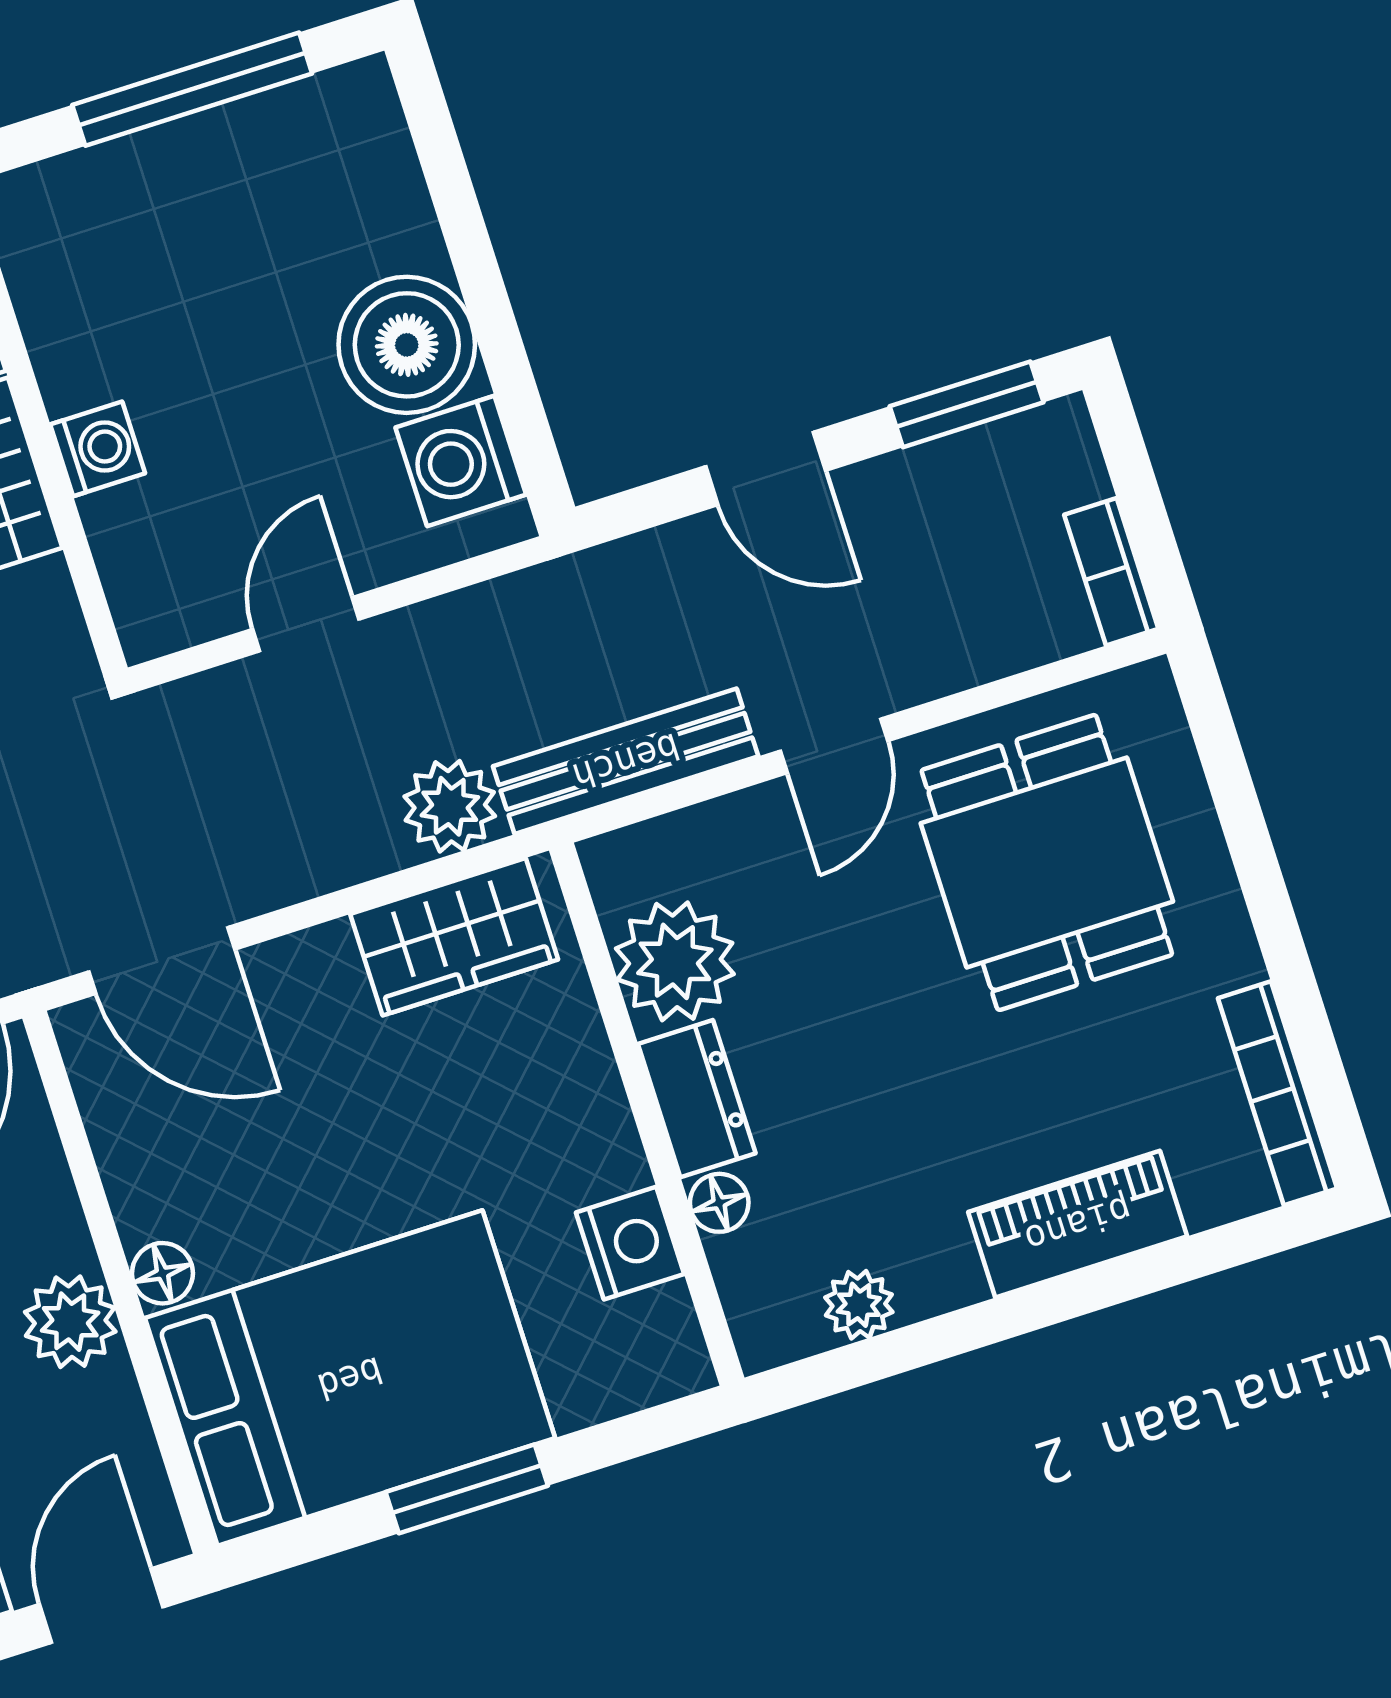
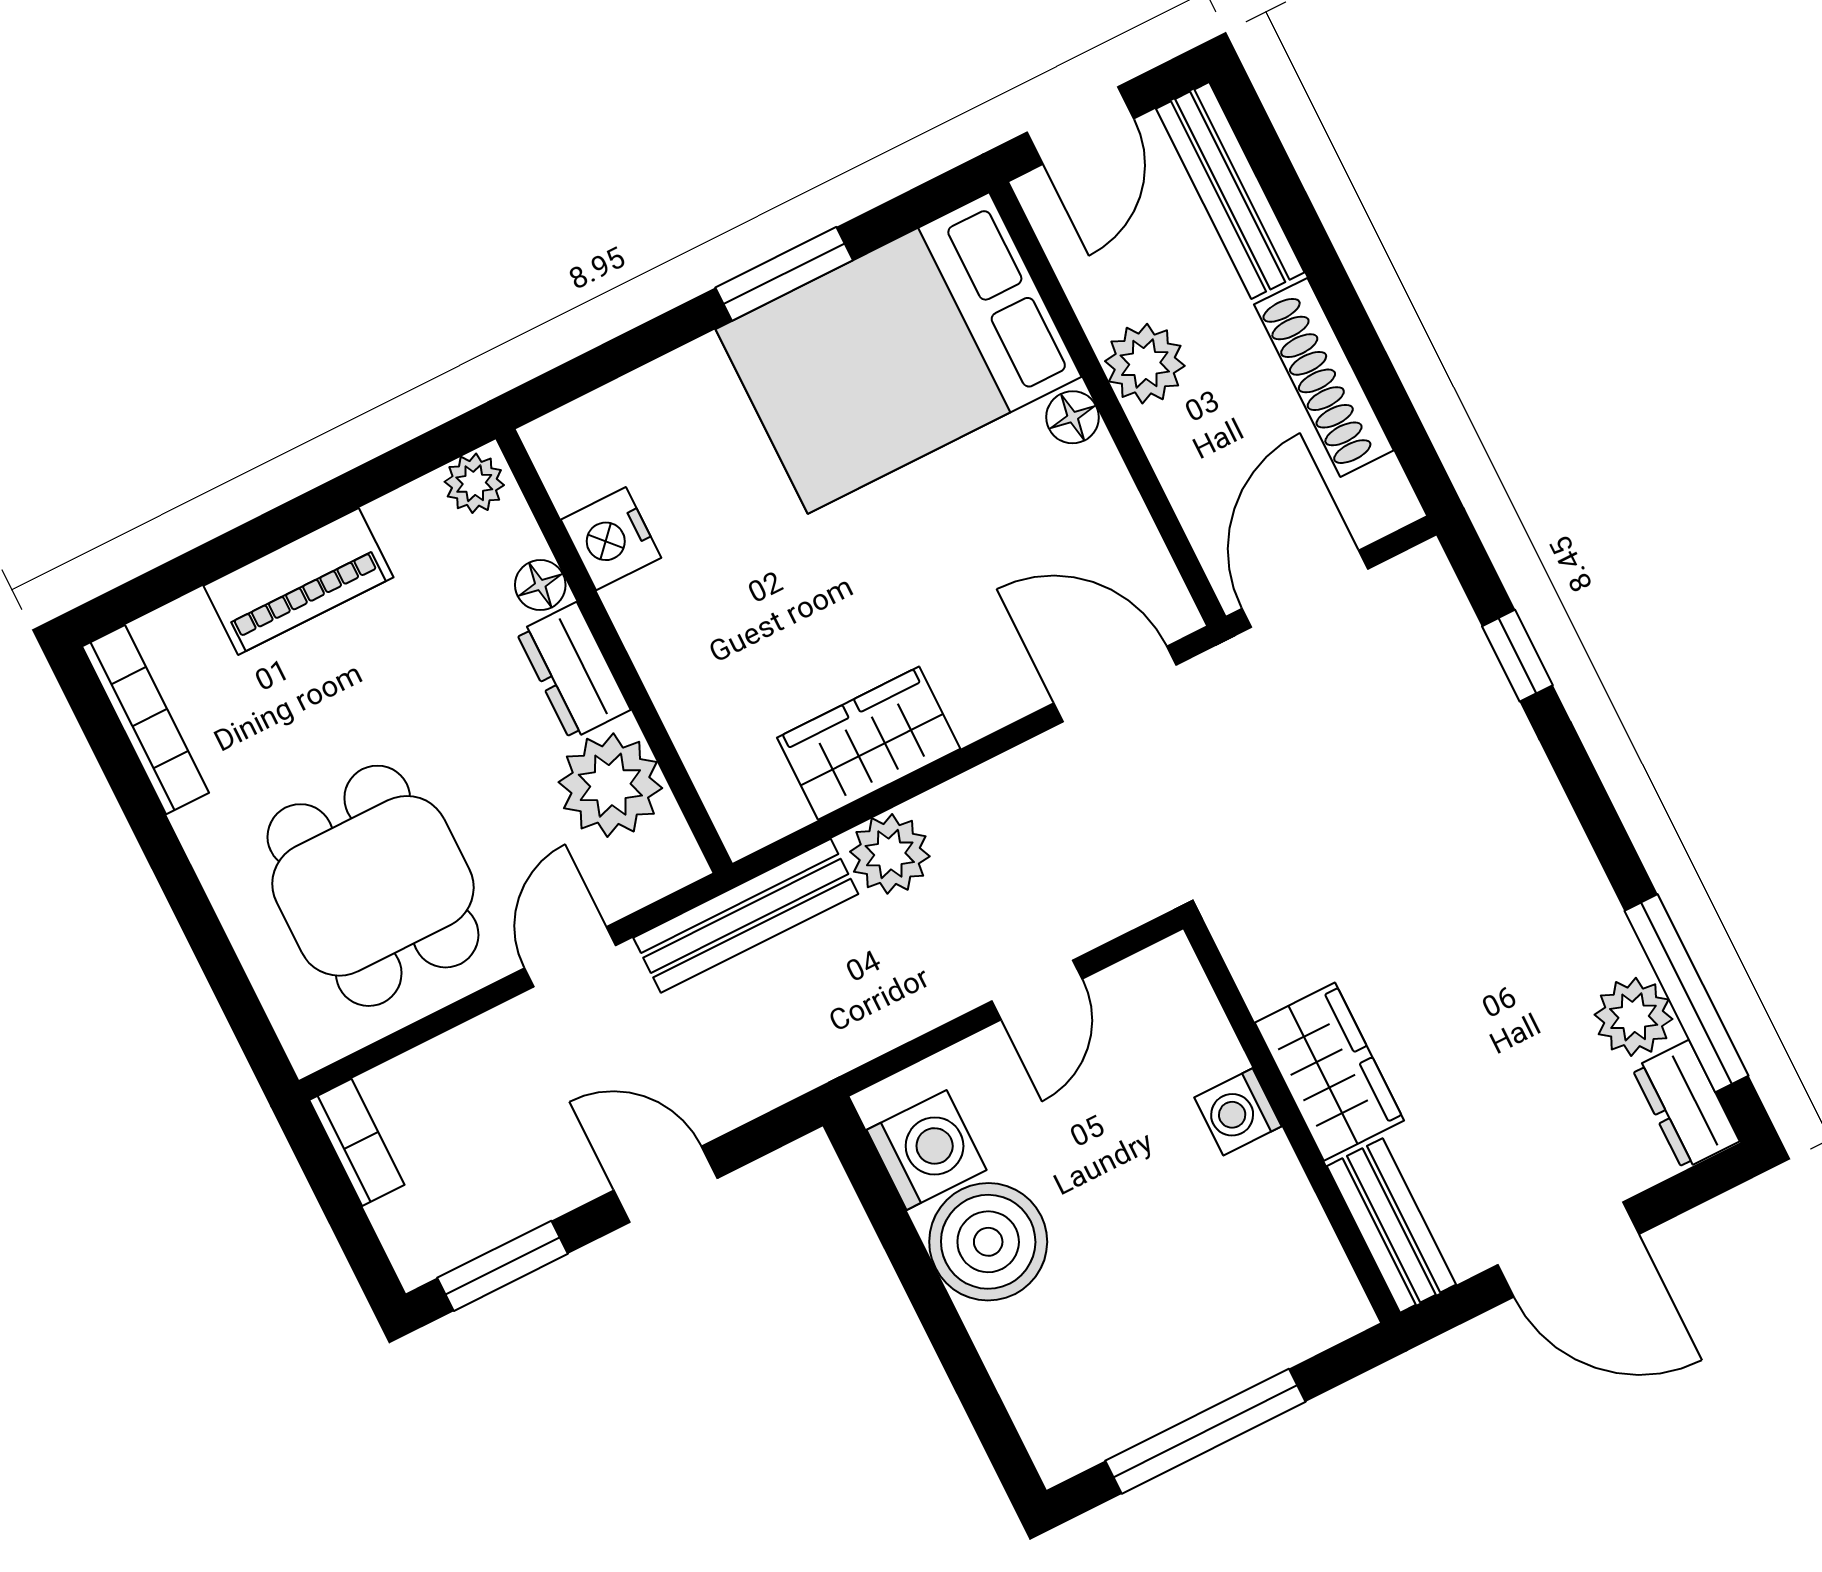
plant: (675, 961) -> (610, 785), moved
dresser: (697, 1099) -> (573, 671), moved
wall: (647, 1114) -> (614, 651), moved
floor lamp: (719, 1203) -> (540, 585), moved
nightstand: (630, 1243) -> (611, 539), moved

